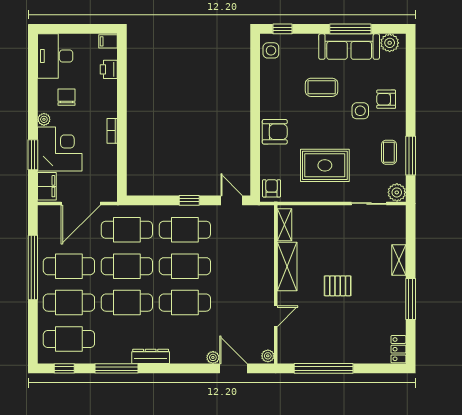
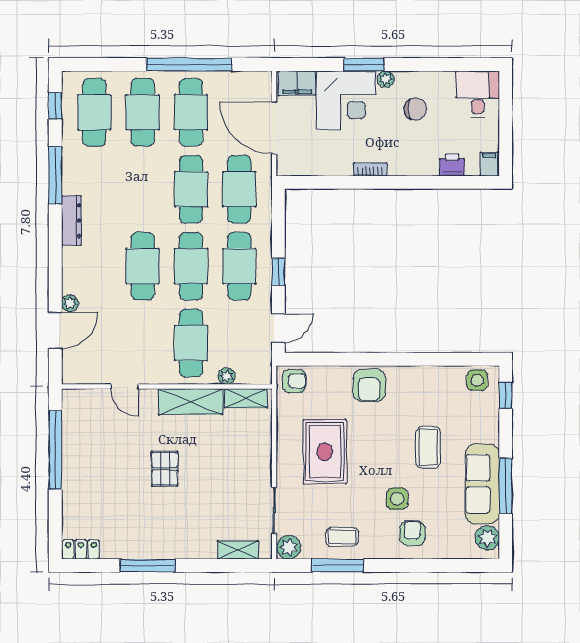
desk: (55, 56) -> (478, 94), width x0.73
window: (33, 155) -> (364, 65), moved
shelving: (399, 260) -> (238, 550), moved
cafe table: (127, 303) -> (191, 343), moved
plant: (268, 356) -> (227, 376), moved

